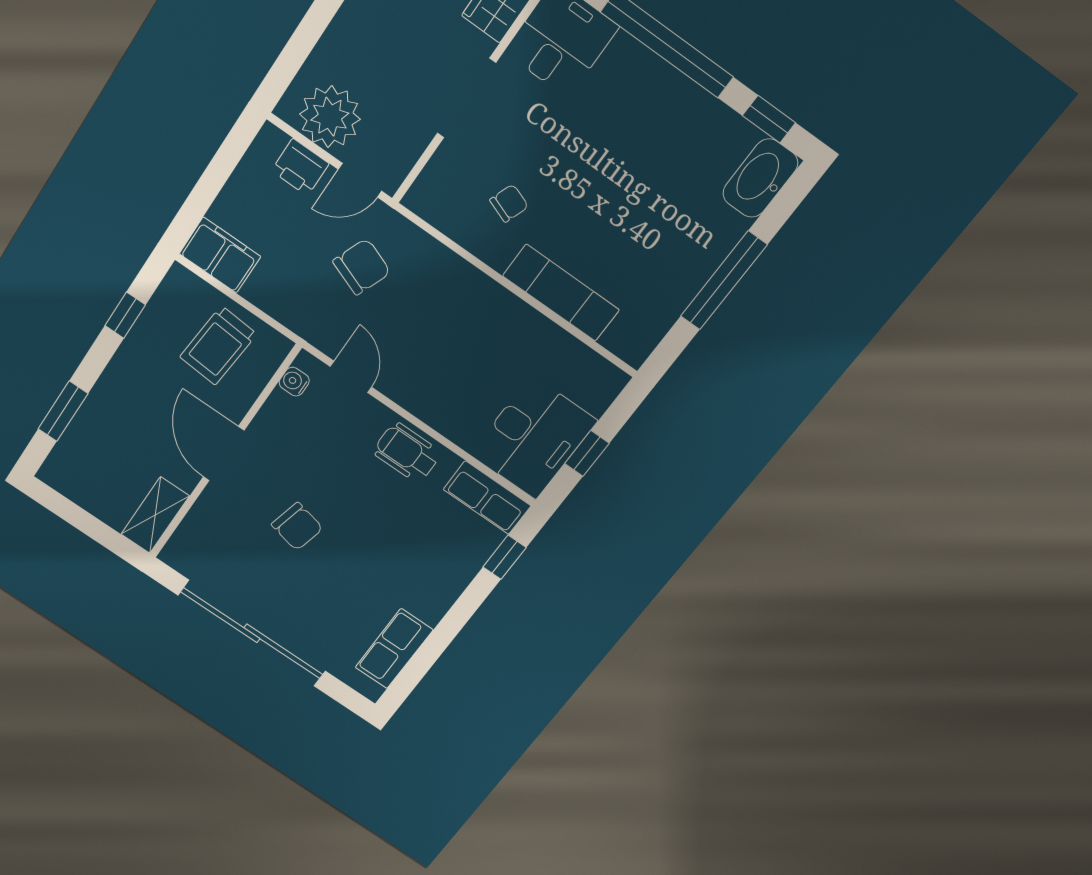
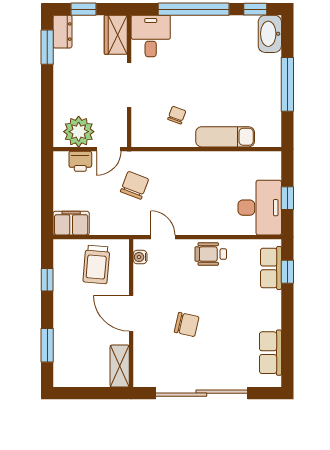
row of seats: (487, 498) -> (271, 268), moved, turned 90

